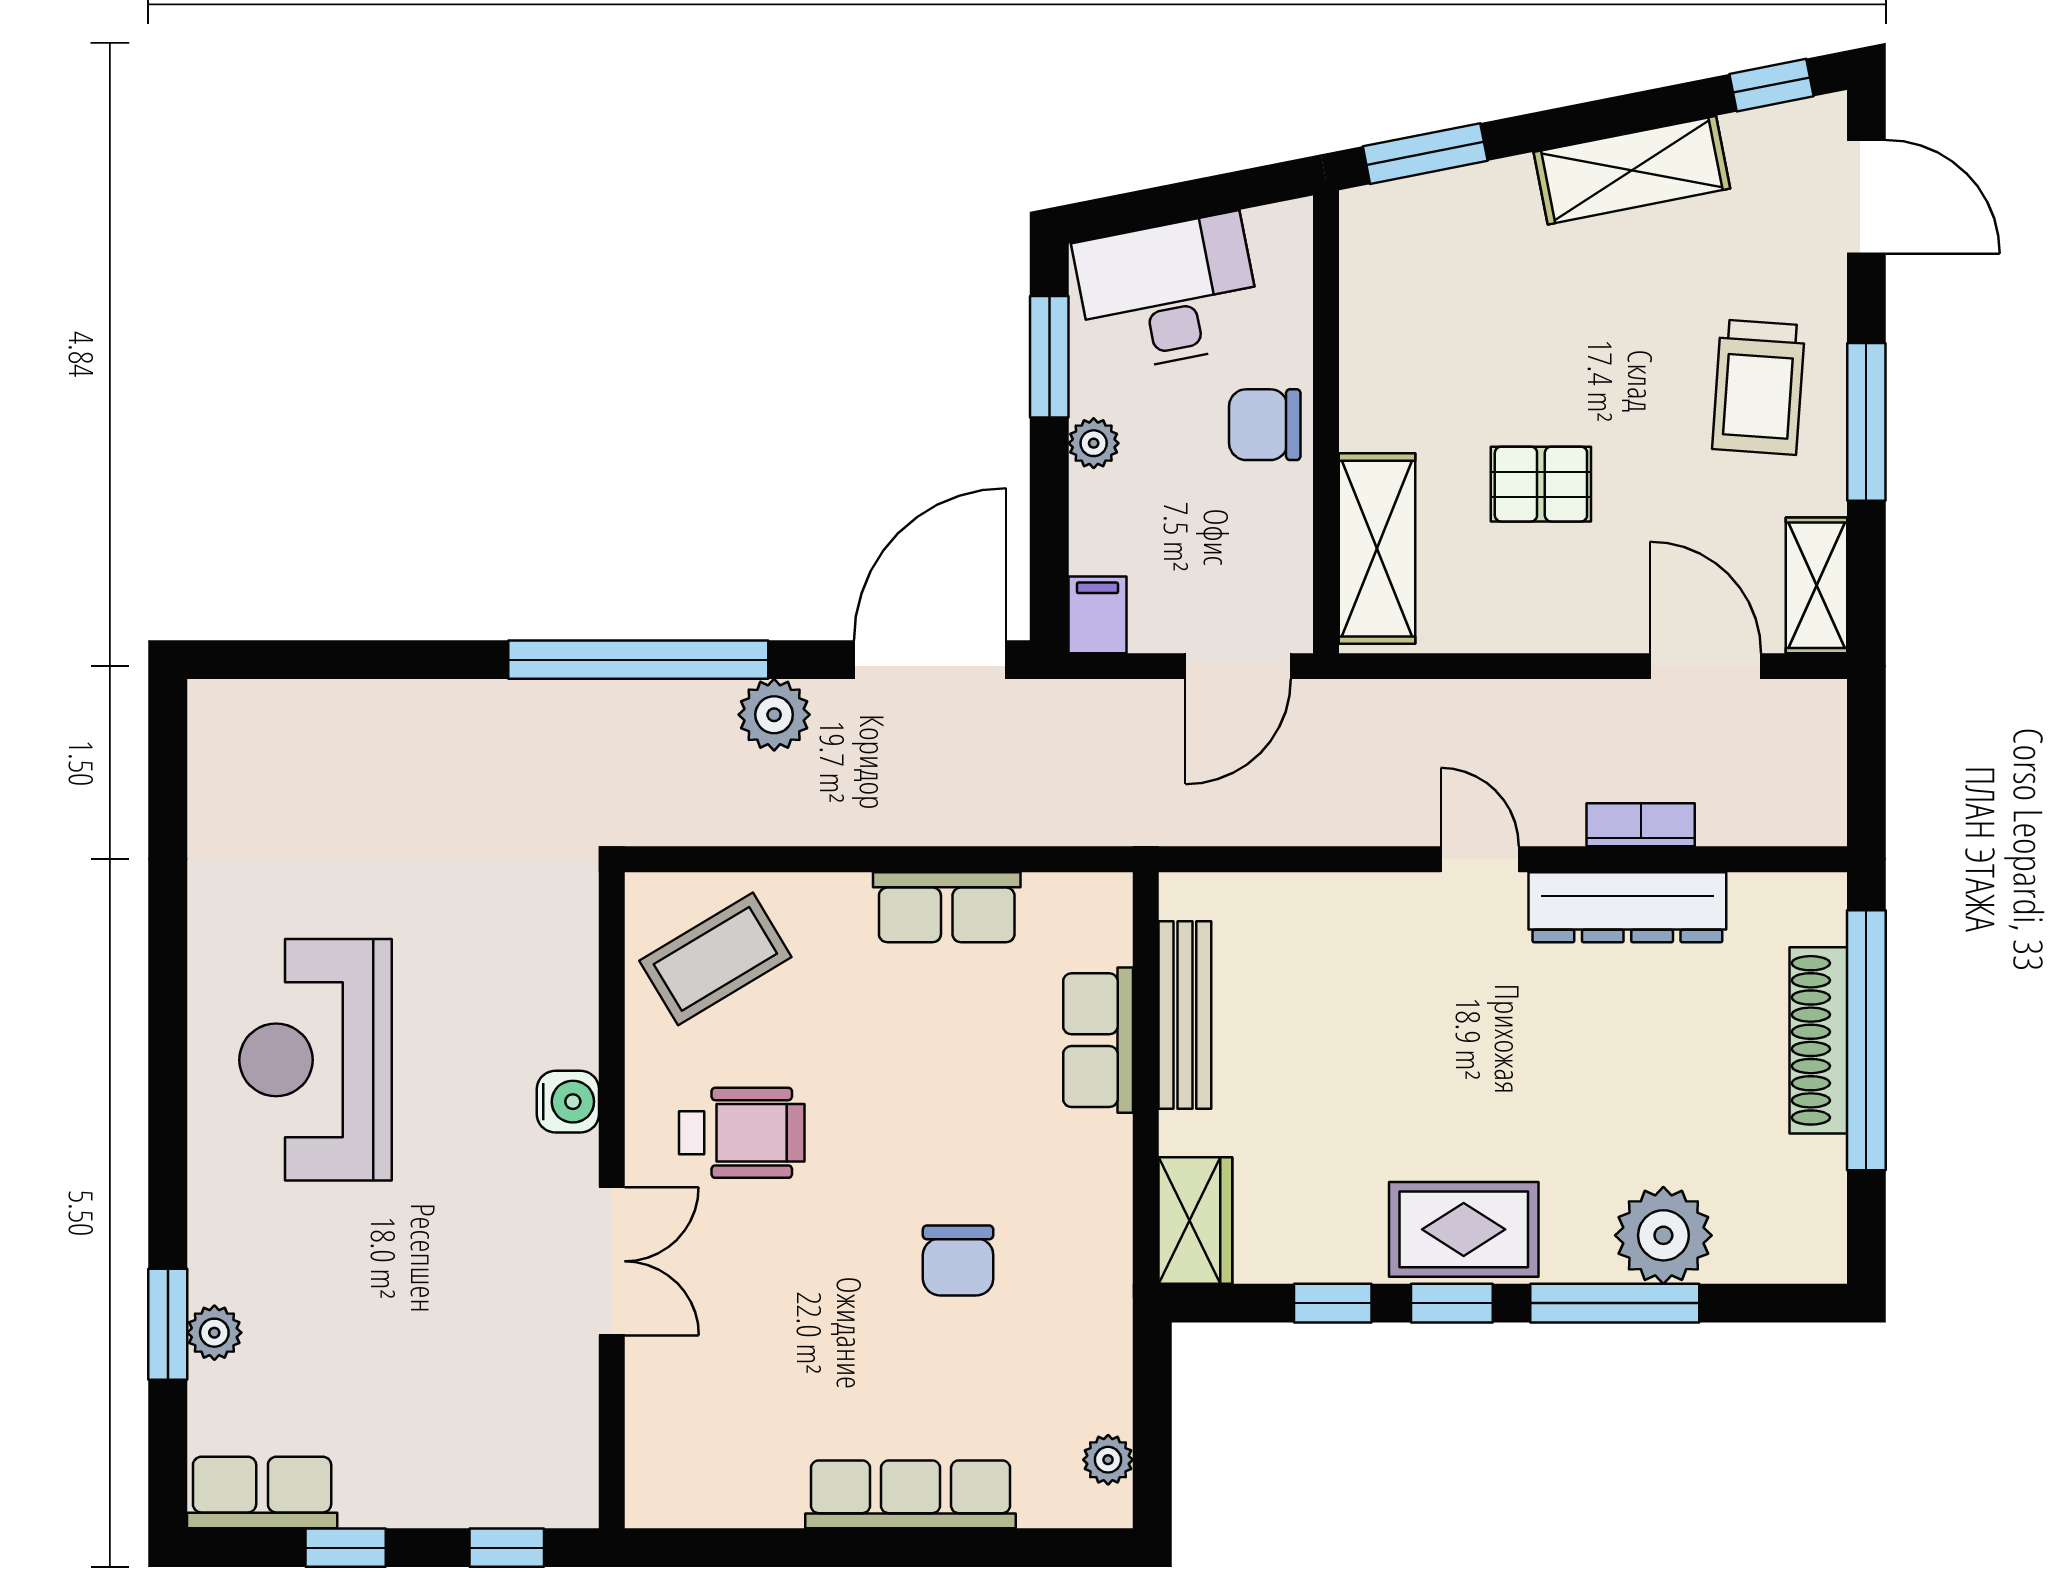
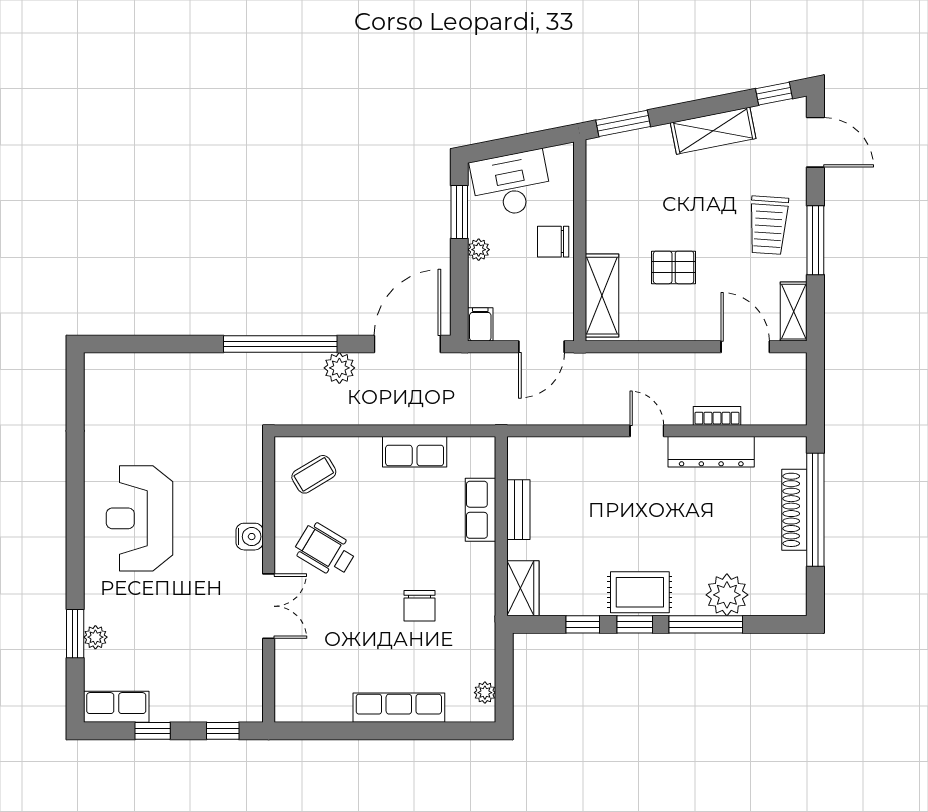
coffee table: (715, 959) -> (314, 474), width x0.73, depth x0.77
bench: (1185, 1015) -> (518, 510), width x0.73
wheelchair: (742, 1133) -> (325, 550), turned -149

